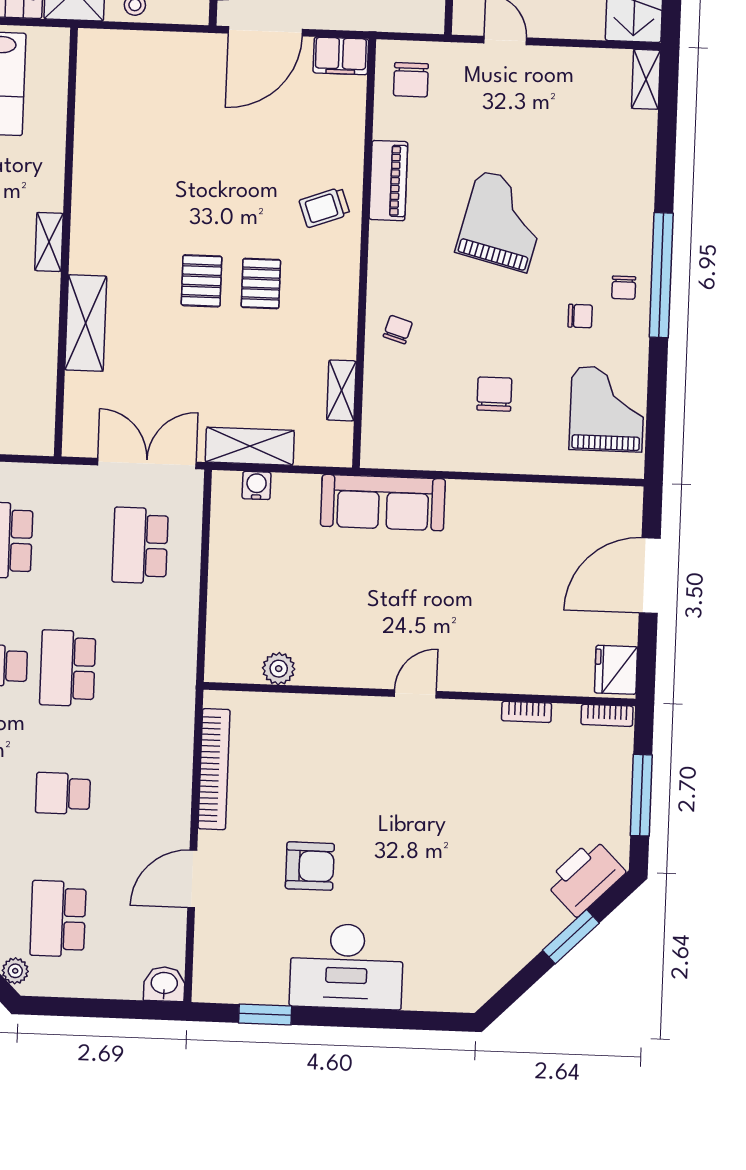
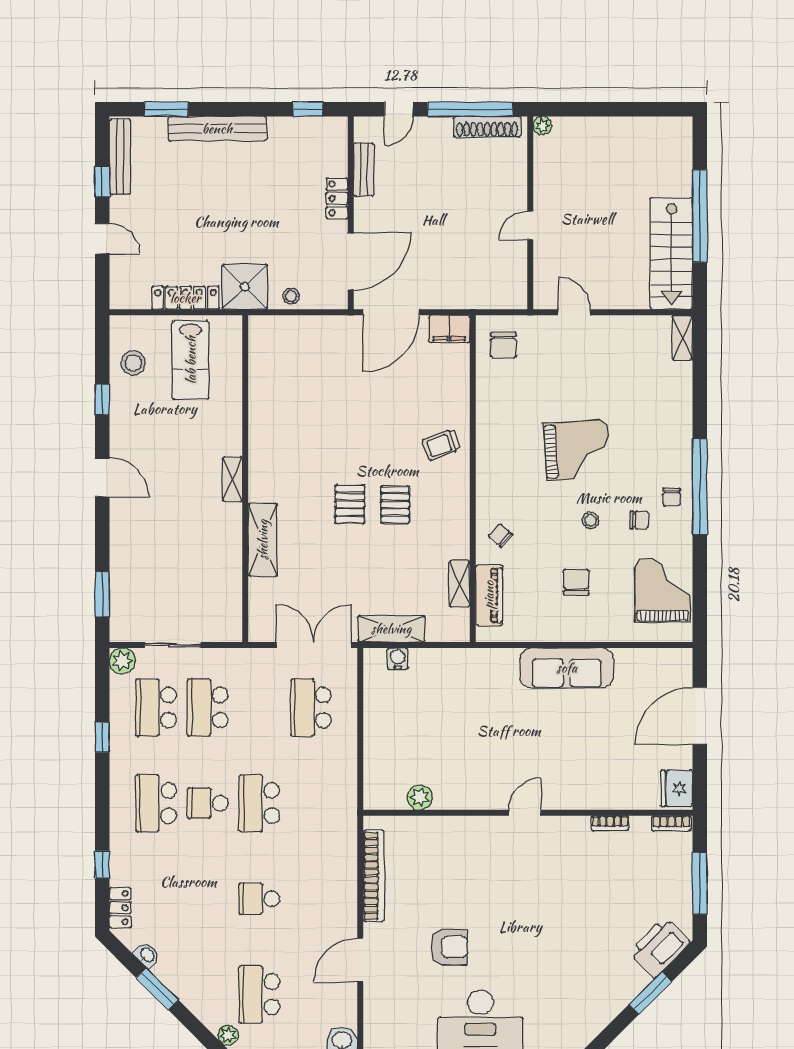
piano: (388, 181) -> (489, 595), moved
grand piano: (503, 221) -> (577, 450), turned 72
stool: (516, 314) -> (591, 520), added
chair: (398, 330) -> (501, 536), turned -66
sofa: (383, 503) -> (567, 668), moved

